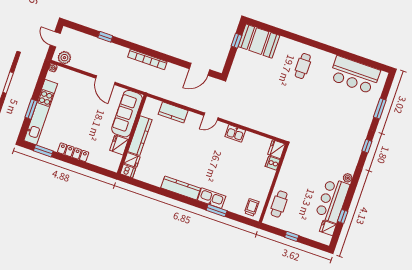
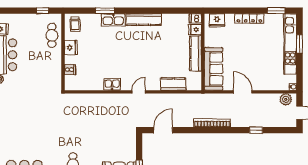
fridge: (119, 145) -> (217, 20), moved, turned 90
fridge: (276, 149) -> (71, 48), moved
window: (292, 236) -> (43, 11), moved

